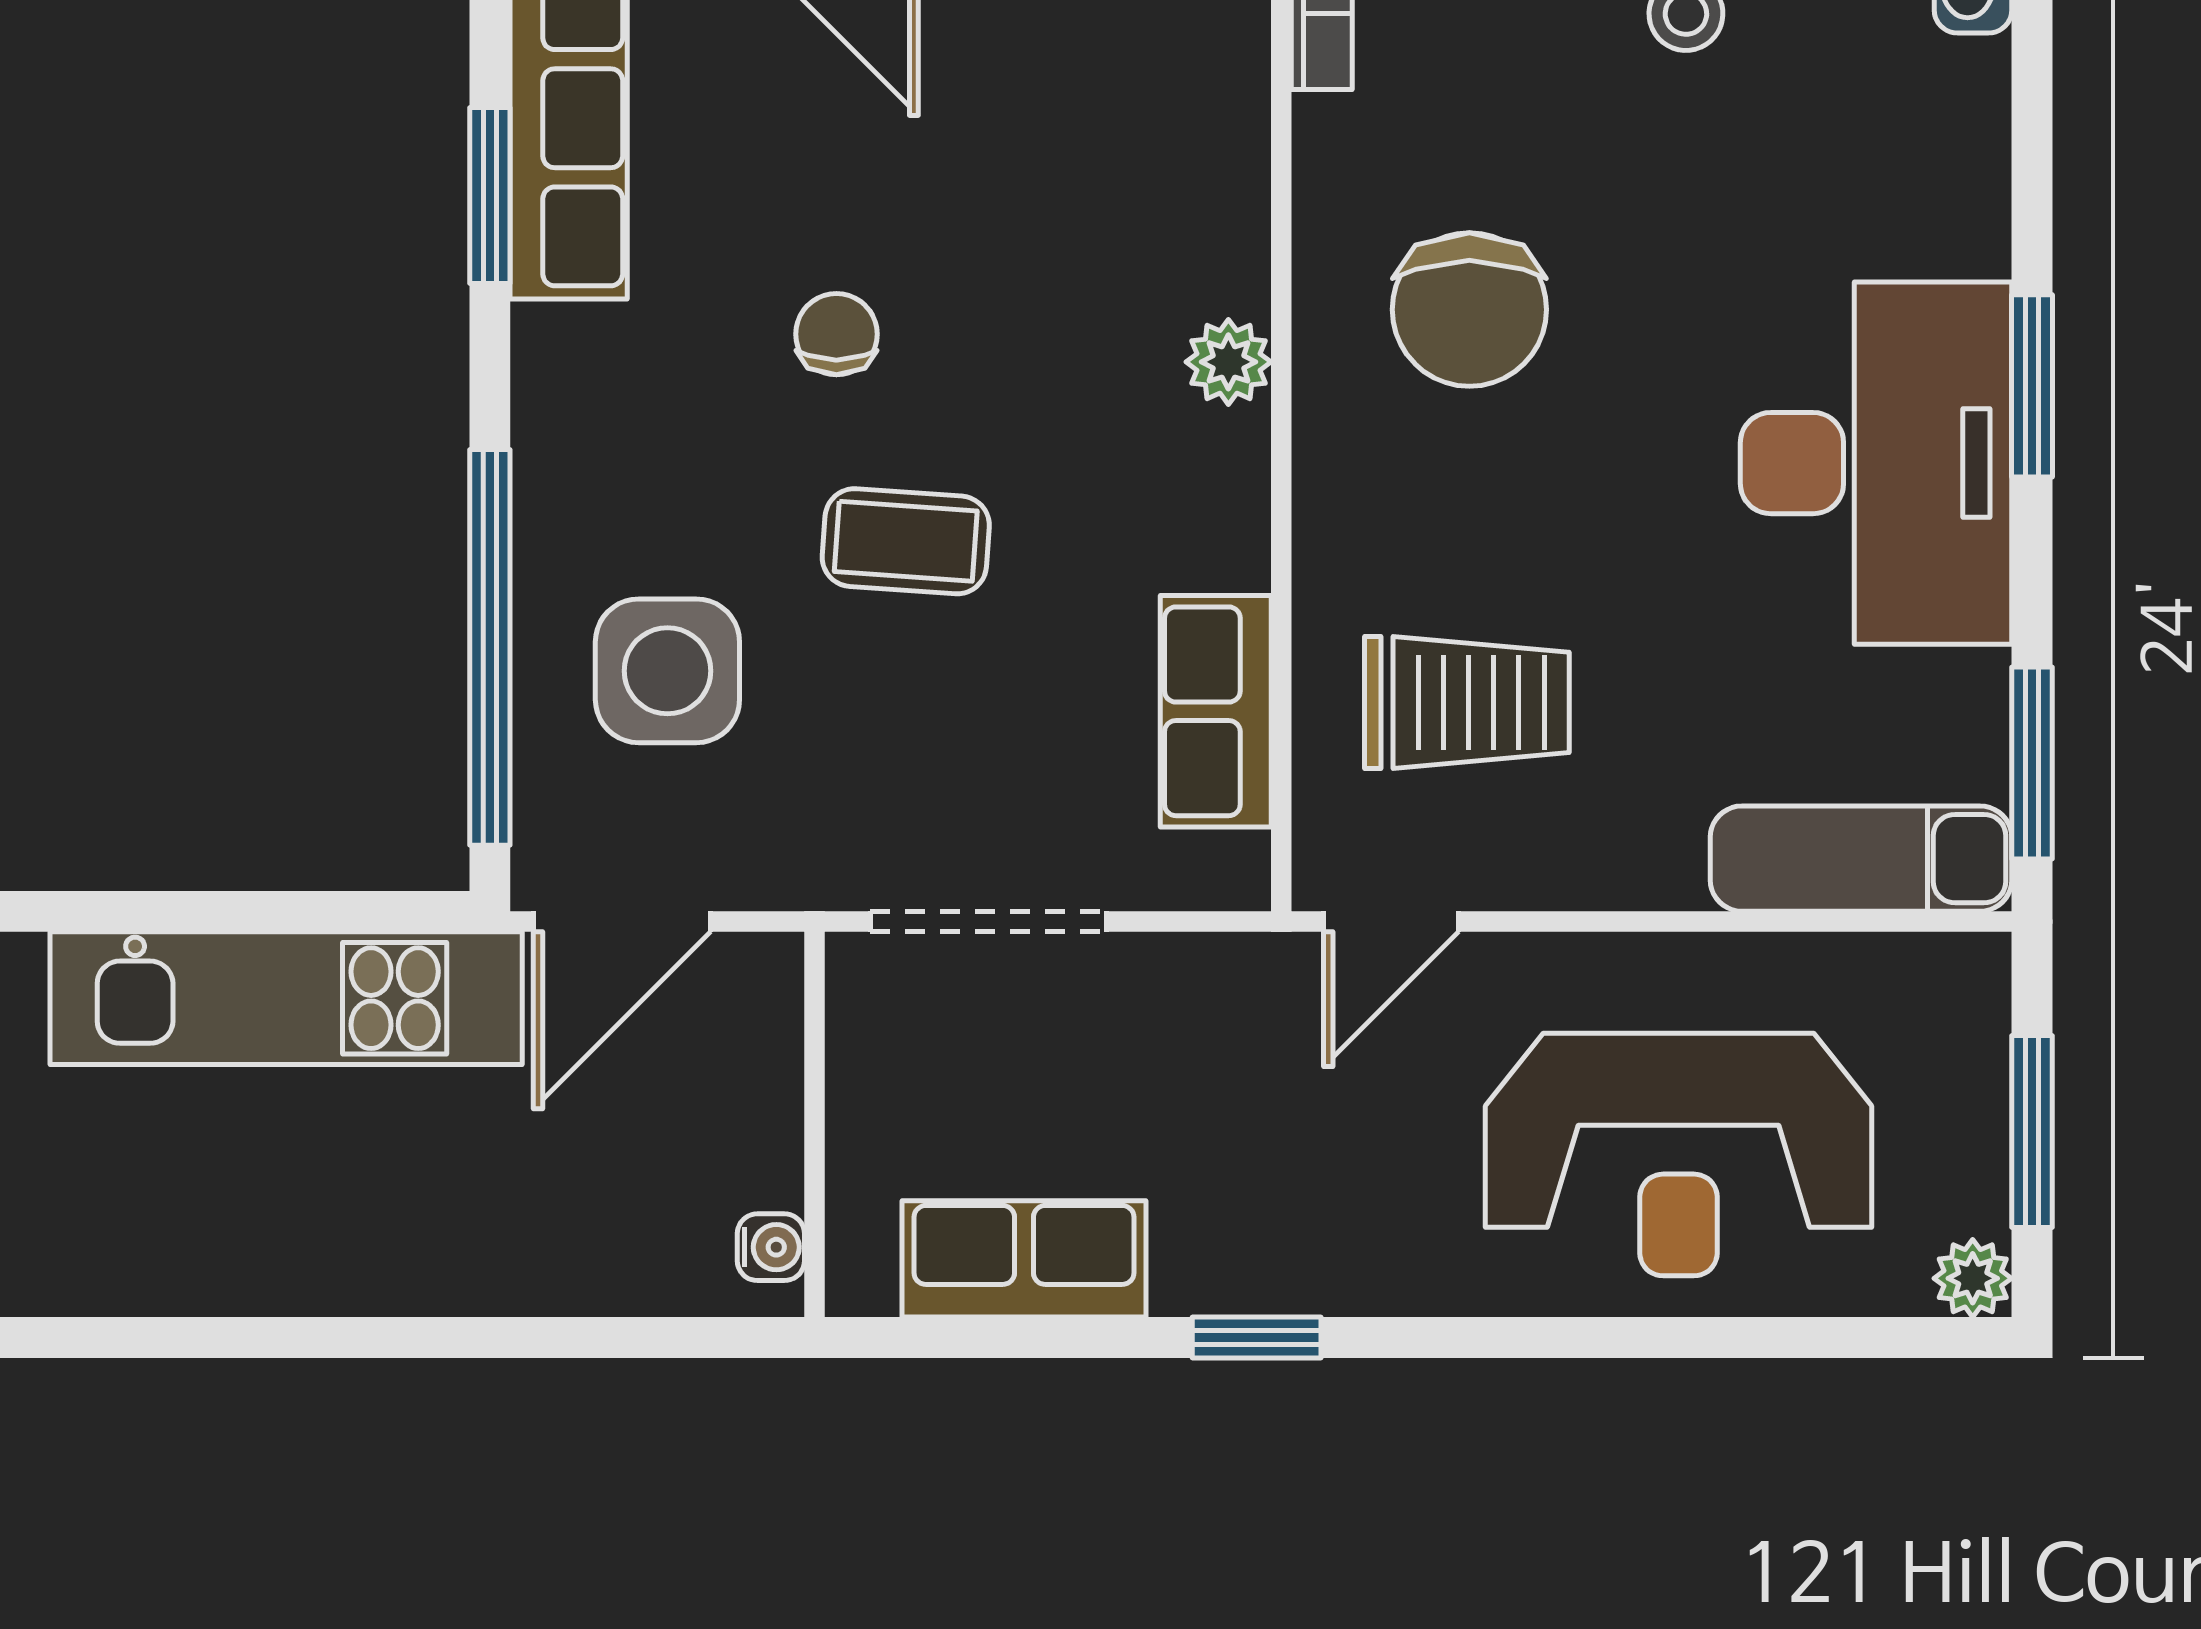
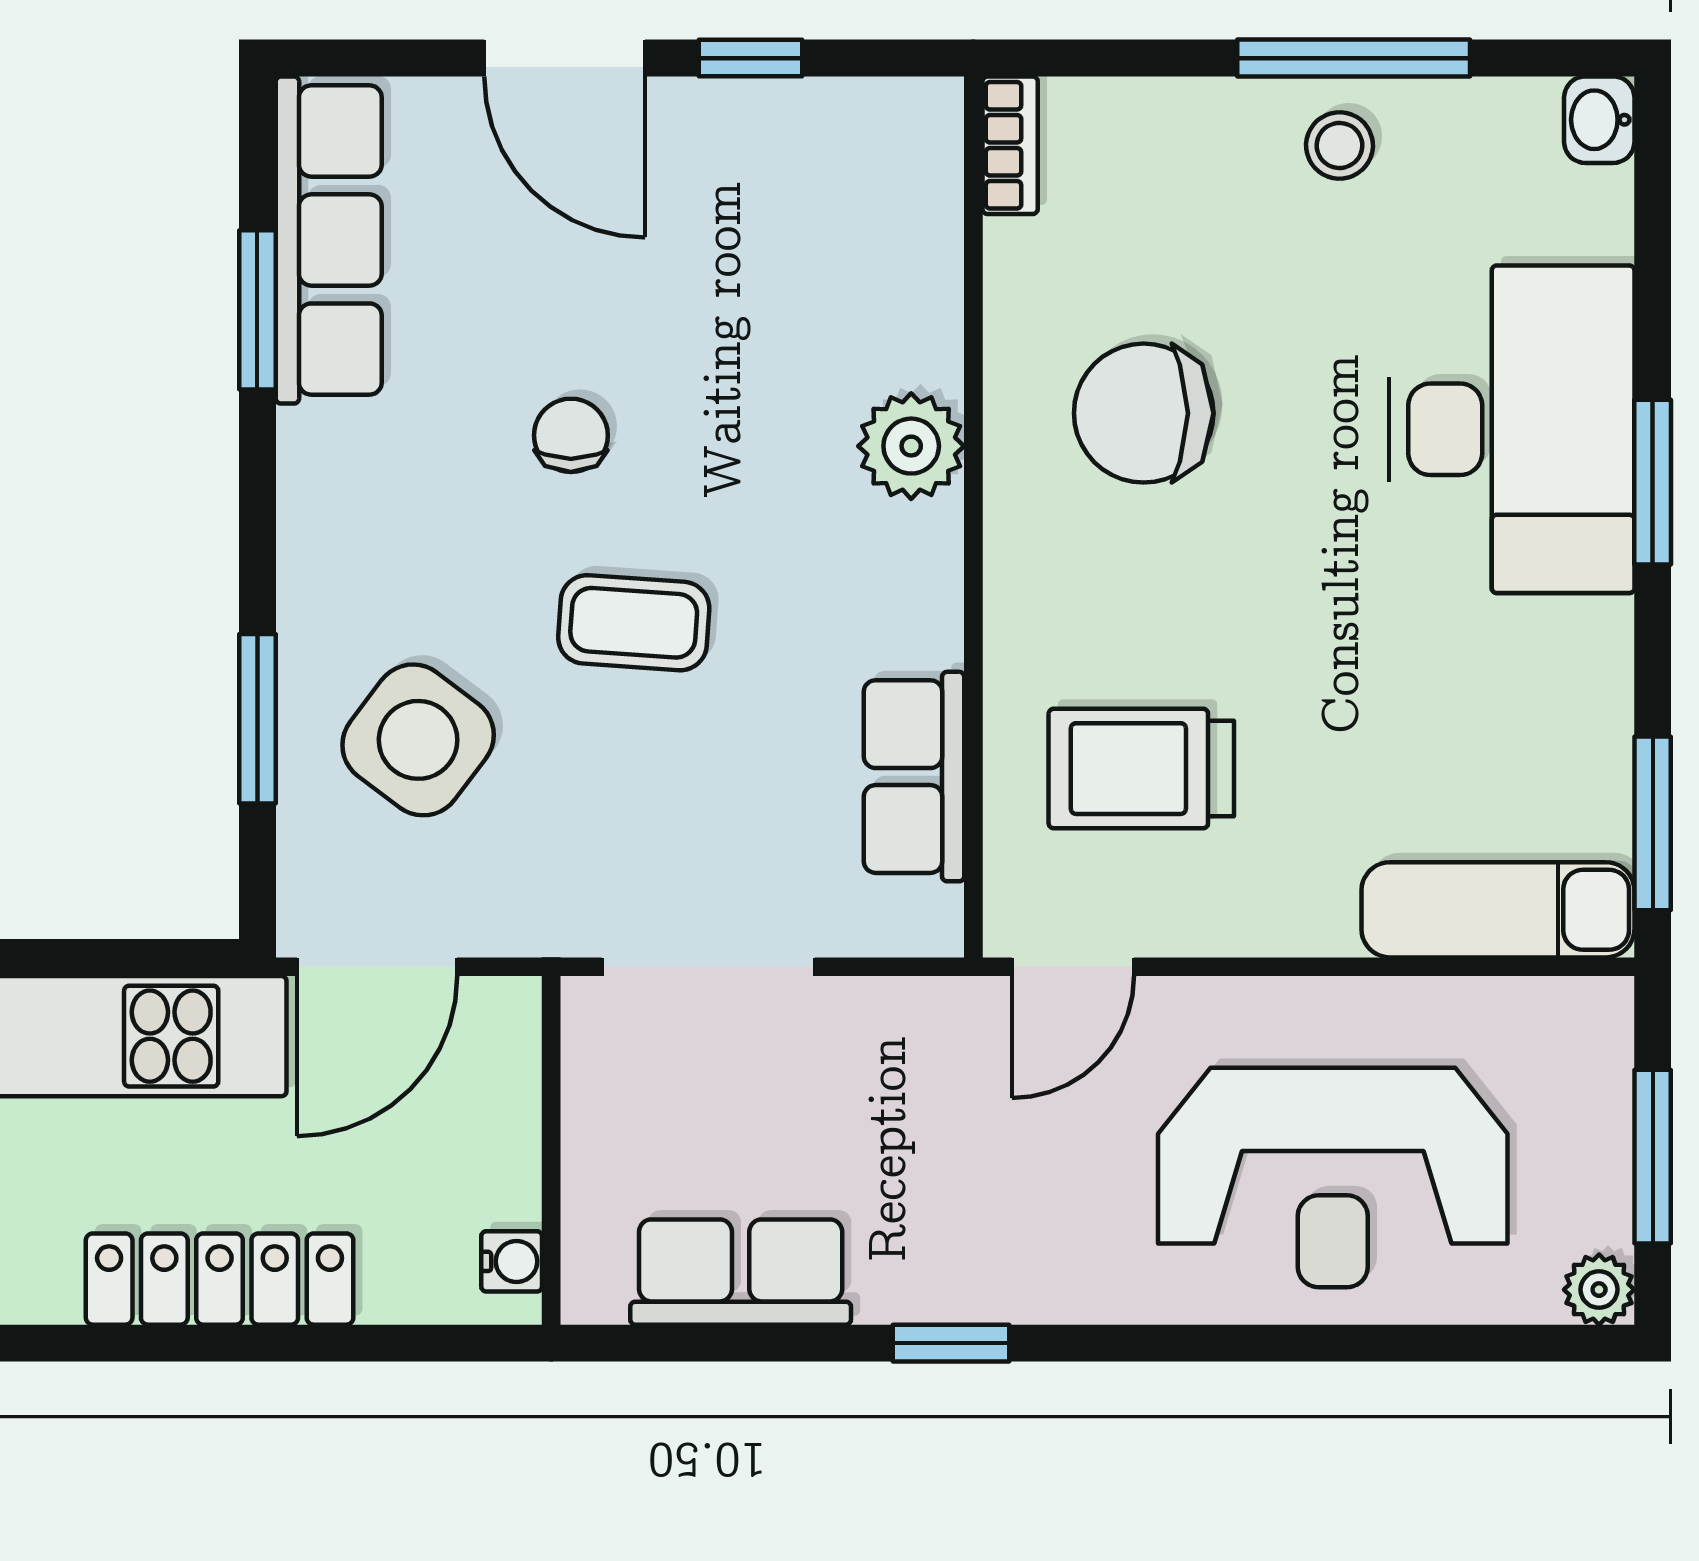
chair: (1469, 310) -> (1144, 413), turned 90
plant: (1228, 362) -> (911, 446), width x1.38, depth x1.38
desk: (1876, 463) -> (1512, 429), moved
window: (490, 647) -> (257, 719), width x0.47
side table: (667, 671) -> (418, 740), turned 37
trolley: (1467, 702) -> (1141, 769), turned 180
locker: (448, 1267) -> (220, 1279), added

